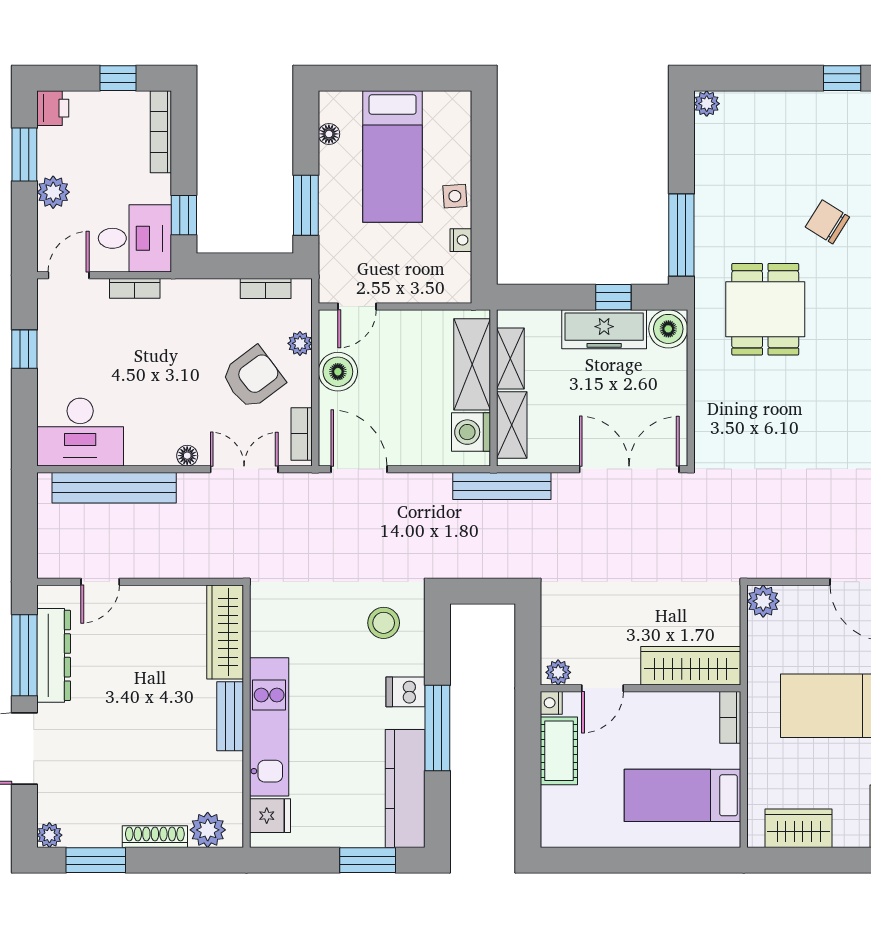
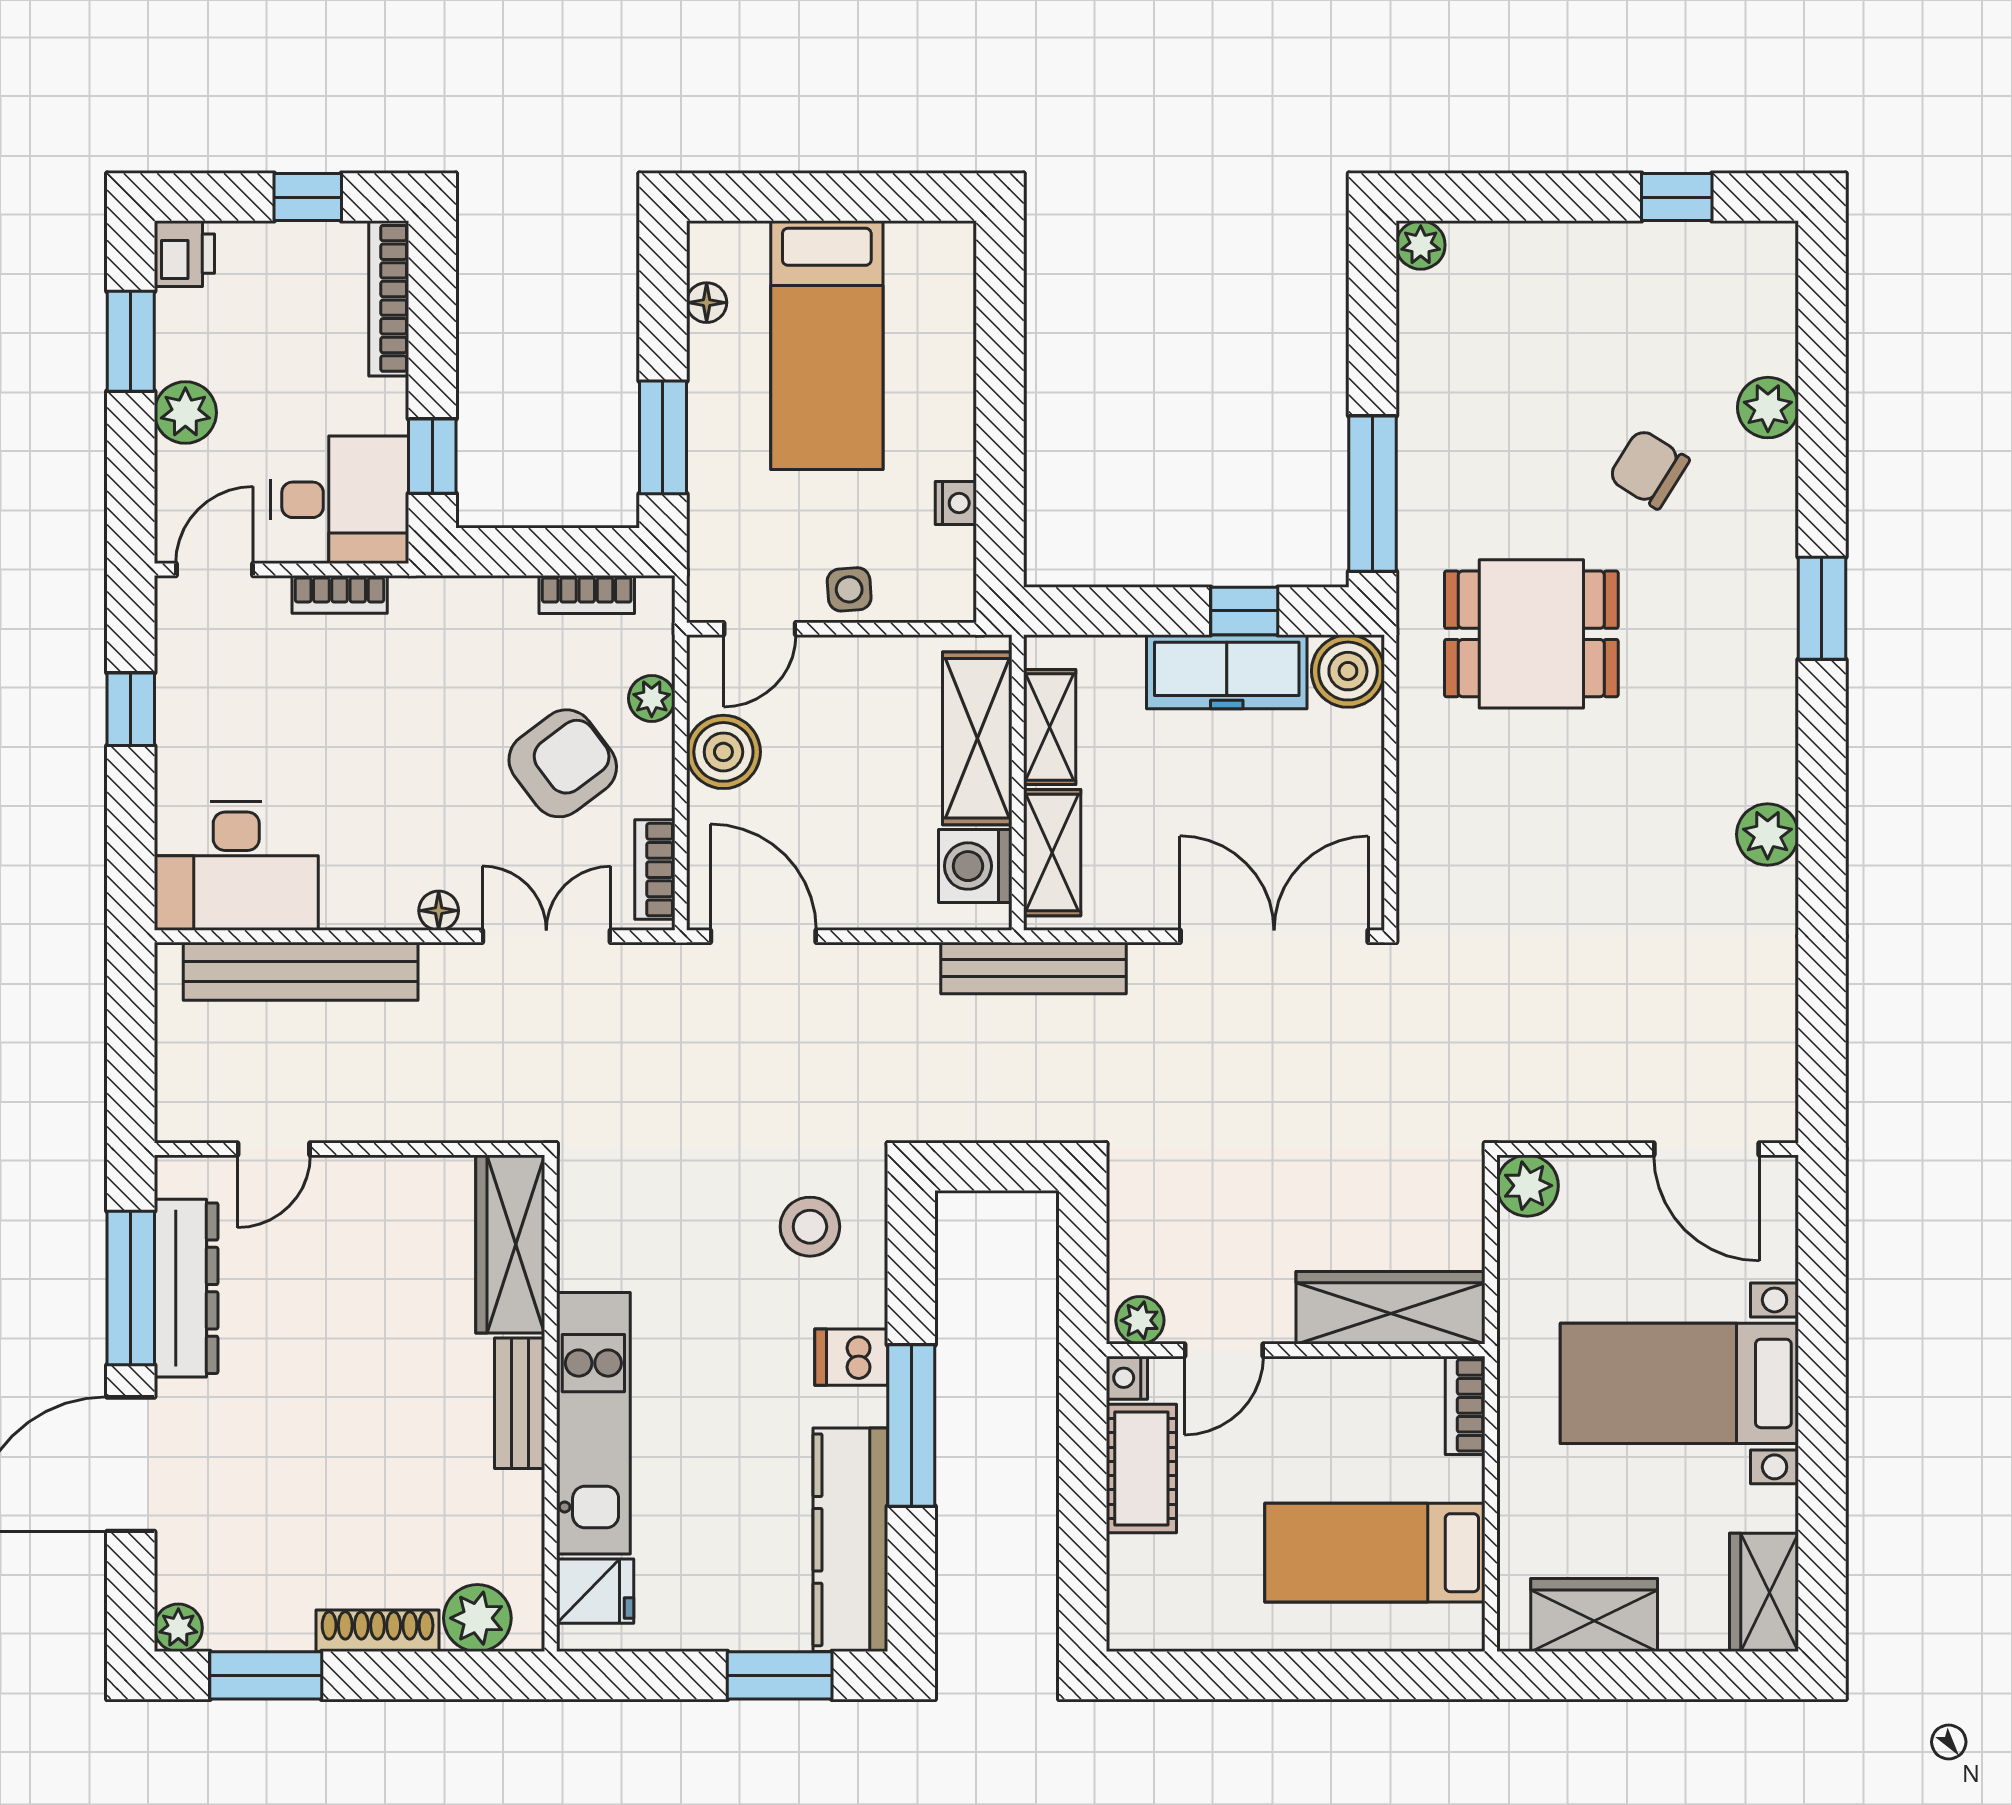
side table: (455, 196) -> (849, 589), moved
dining table: (765, 309) -> (1531, 634), turned 90

